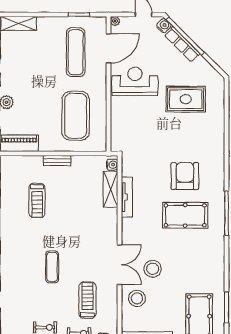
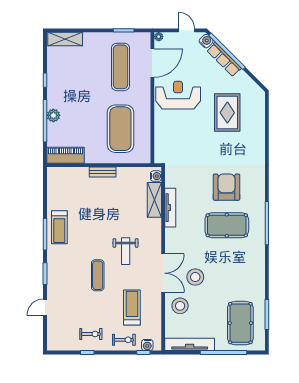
rug: (186, 99) -> (227, 113), turned 90
treadmill: (37, 200) -> (59, 227), moved
weight bench: (81, 242) -> (126, 251), added

